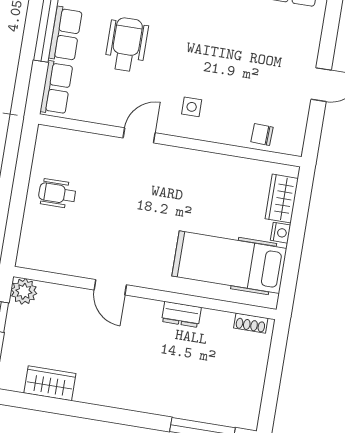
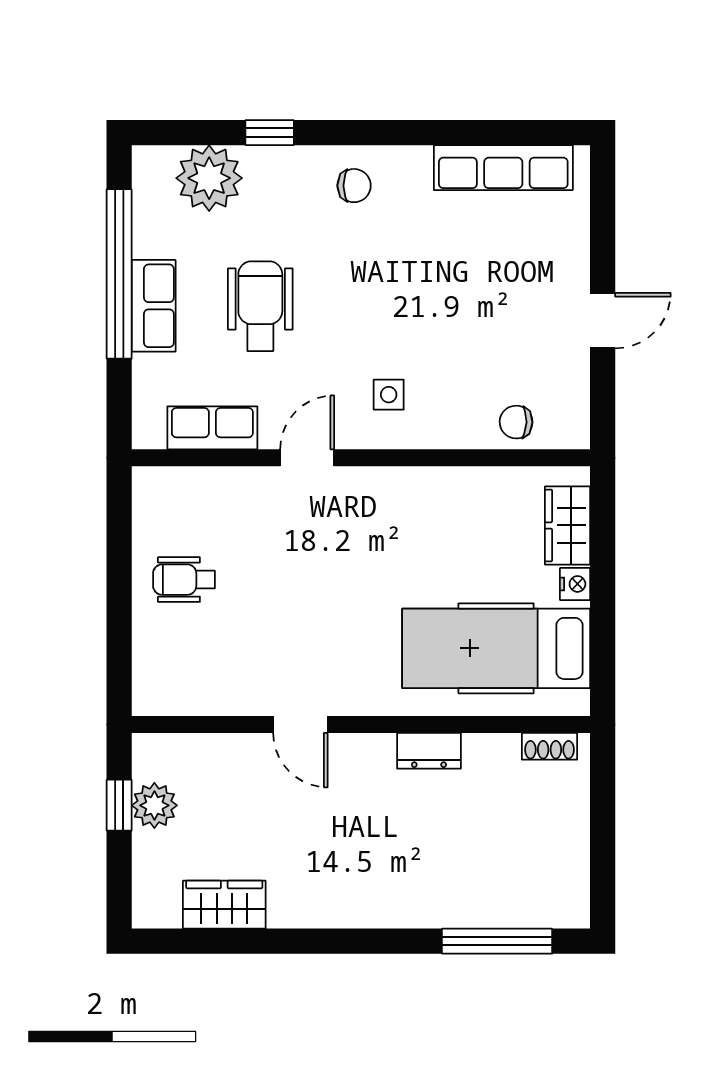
row of seats: (56, 88) -> (212, 428), moved, turned -90
plant: (24, 291) -> (154, 805), moved

